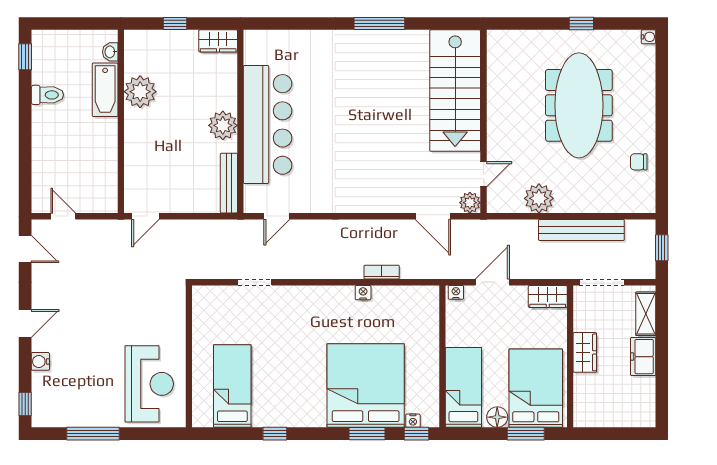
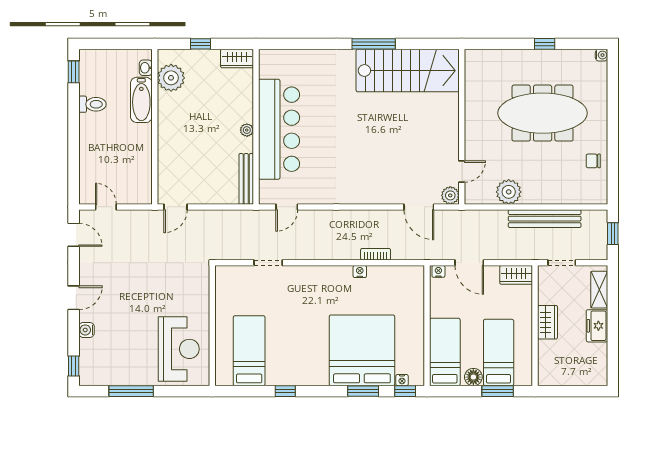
stairs: (455, 91) -> (408, 71), moved, turned -90
plant: (140, 92) -> (171, 78), moved
meeting table: (579, 105) -> (543, 113), turned 90
plant: (223, 125) -> (247, 130), width x0.53, depth x0.53
door: (492, 282) -> (469, 263), swing flipped
doorway: (602, 282) -> (562, 263), width x0.73
bed: (536, 388) -> (499, 353), width x0.67

